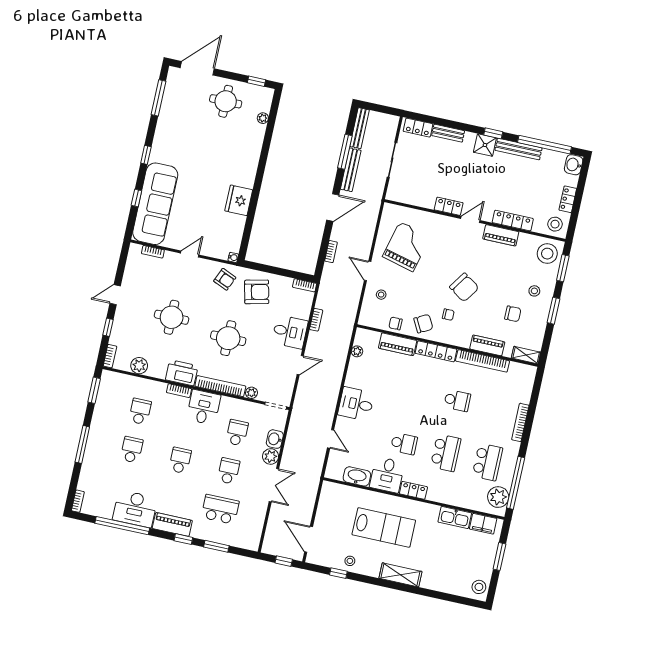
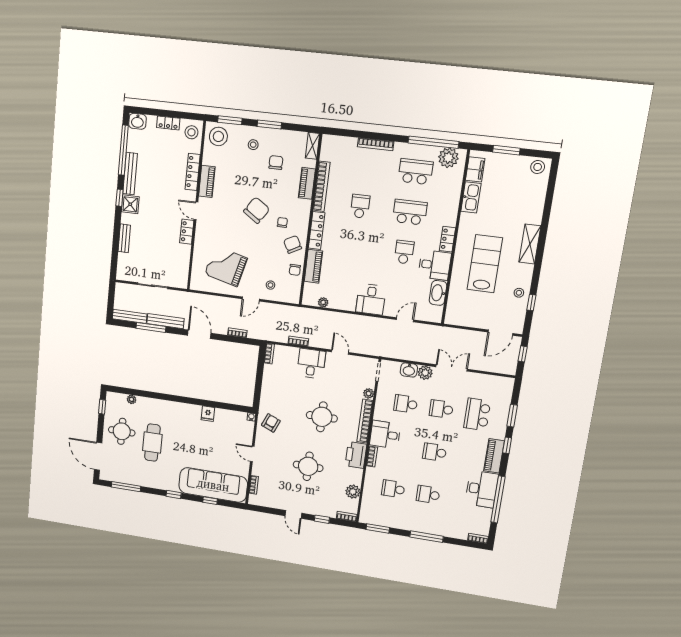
locker: (418, 128) -> (123, 265), removed
cafe table: (210, 137) -> (152, 443), added
fridge: (239, 200) -> (208, 414), width x0.53, depth x0.75
armchair: (257, 292) -> (279, 395), removed

